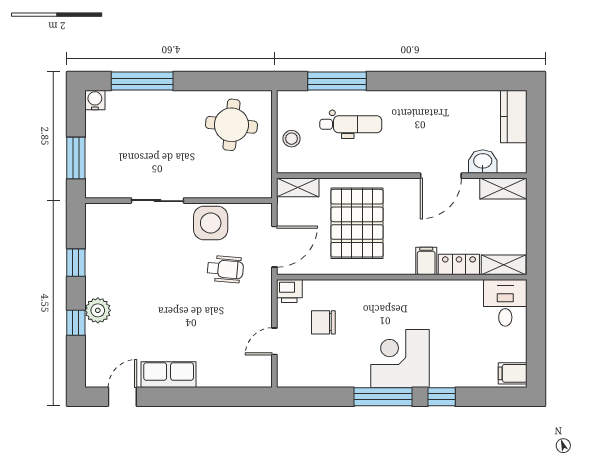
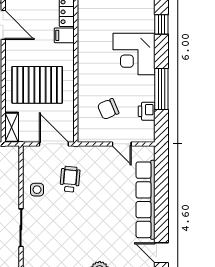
side table: (211, 223) -> (37, 190), width x0.54, depth x0.54
printer: (289, 291) -> (147, 111), moved, turned 180
chair: (323, 322) -> (108, 109), turned 67
row of seats: (169, 375) -> (146, 200), width x2.02
window: (383, 397) -> (161, 89), moved

